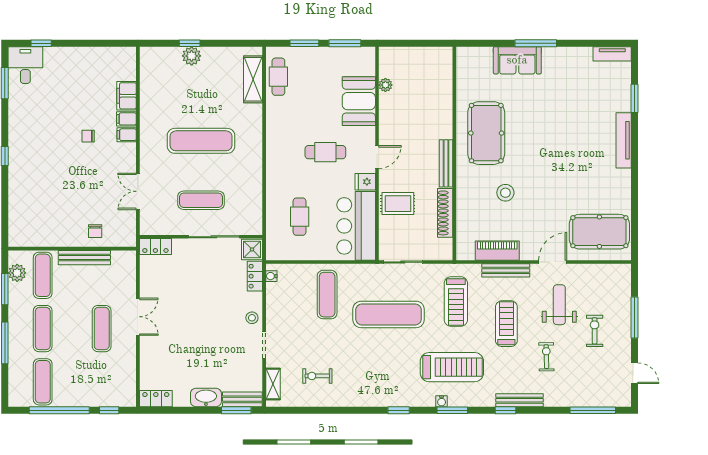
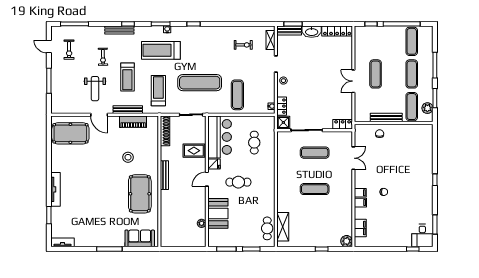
plant: (192, 56) -> (347, 241), moved
sofa: (517, 60) -> (140, 238), moved
filing cabinet: (127, 96) -> (360, 228), moved
exercise mat: (201, 141) -> (315, 189), width x0.73, depth x0.69
shoe rack: (445, 213) -> (165, 131), moved
door: (553, 262) -> (99, 115), hinge flipped
exercise bike: (595, 331) -> (69, 50), moved
locker: (156, 399) -> (337, 31), width x1.53

